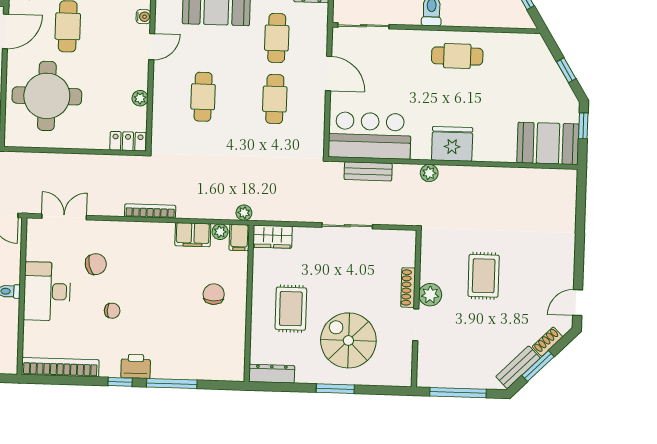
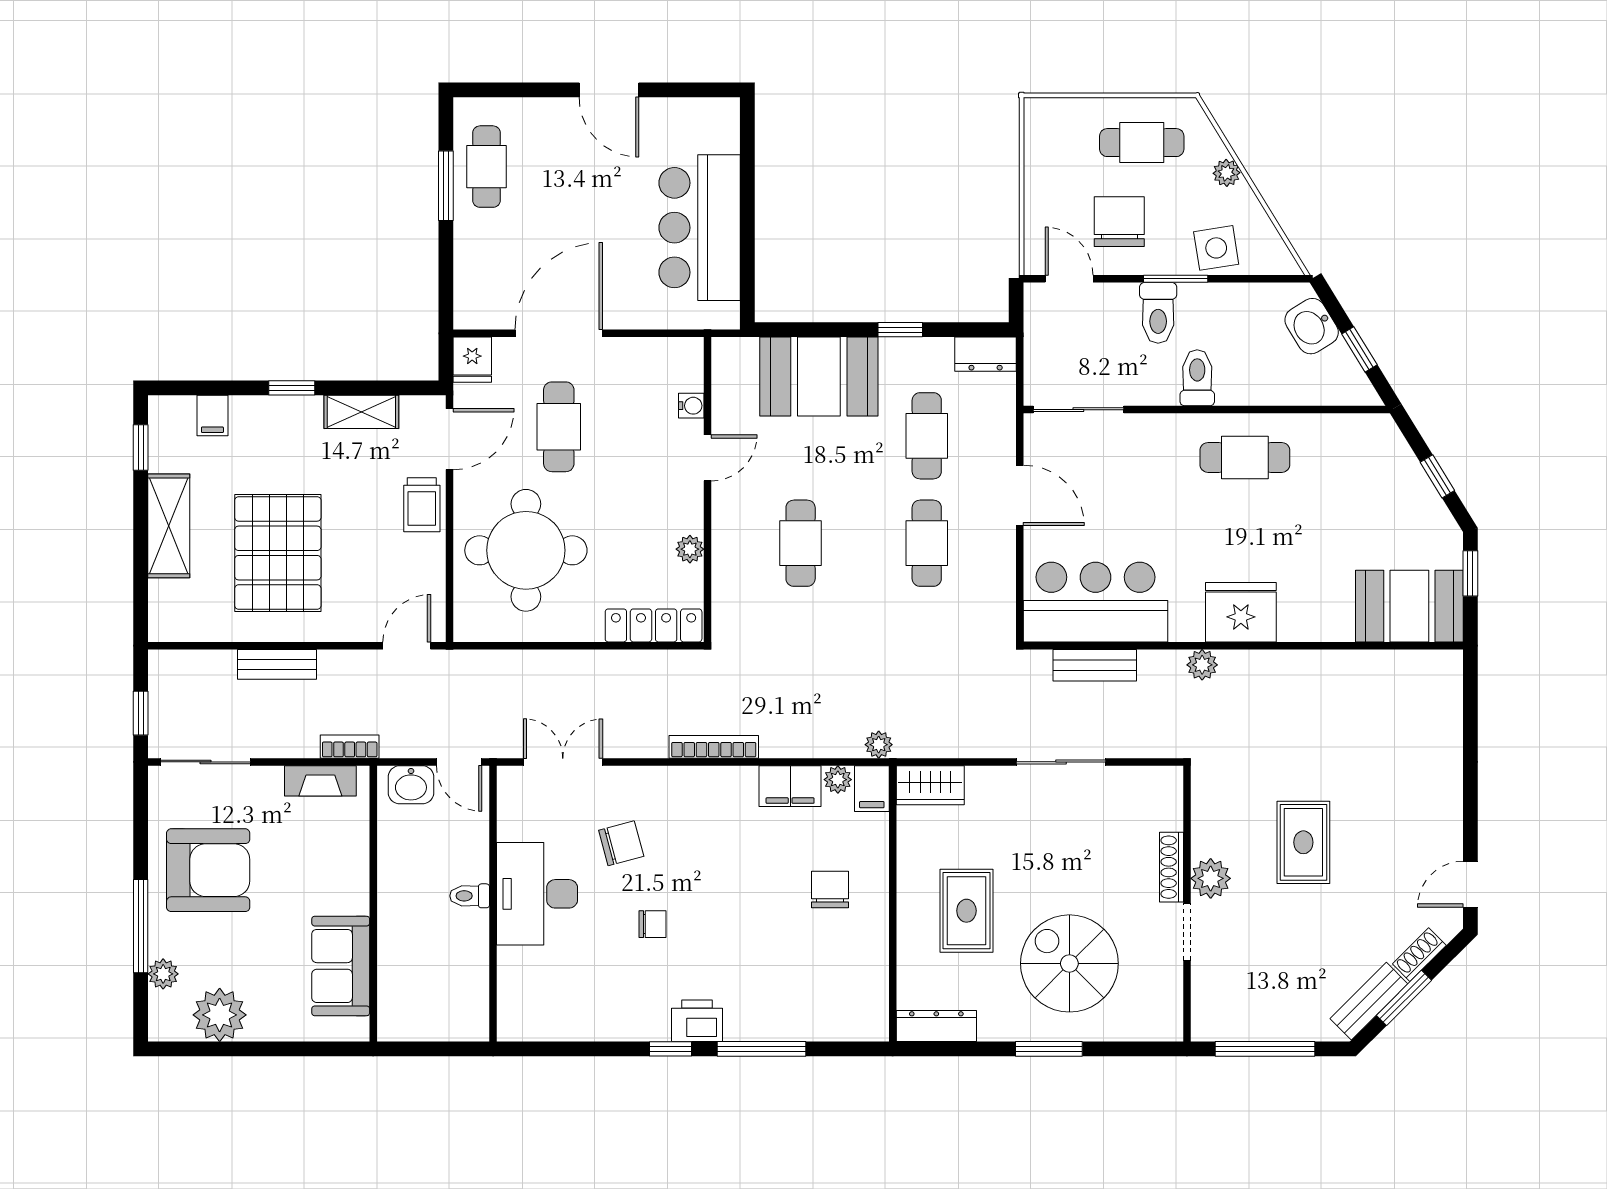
locker: (128, 141) -> (654, 625), width x1.53
bookcase: (60, 367) -> (564, 1026), removed

